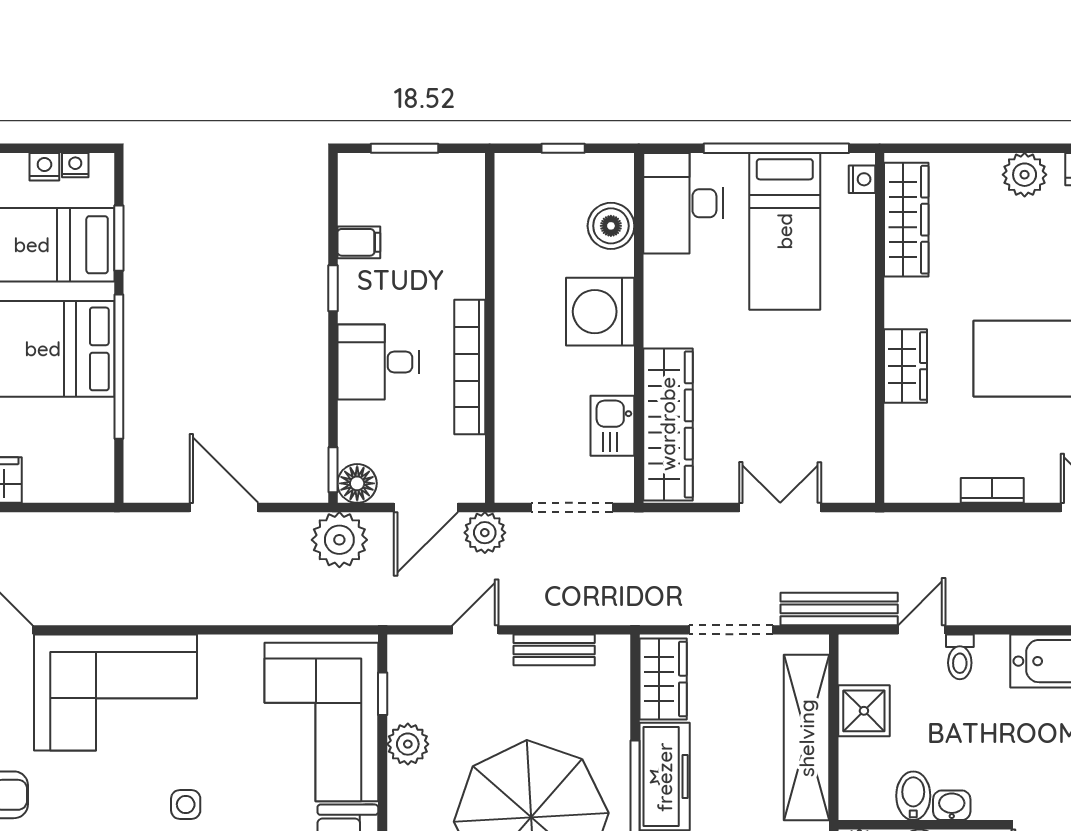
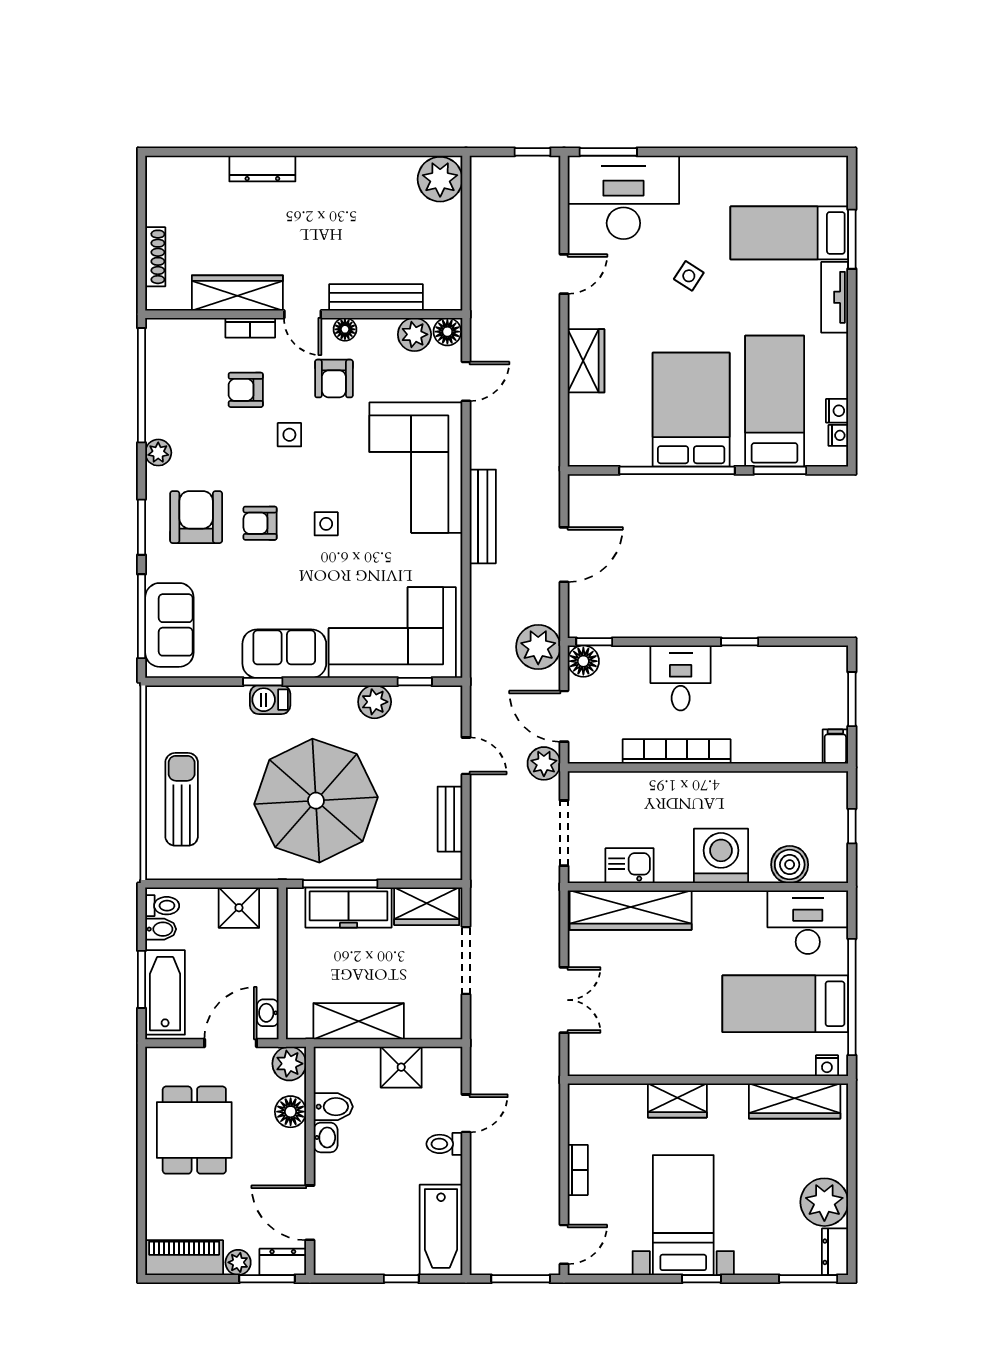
plant: (1025, 175) -> (824, 1202), width x1.36, depth x1.36
filing cabinet: (359, 242) -> (835, 747), moved, turned 180
bench: (839, 609) -> (483, 516), moved
door: (922, 630) -> (466, 1113), hinge flipped
shelving: (807, 738) -> (359, 1021), width x0.68

